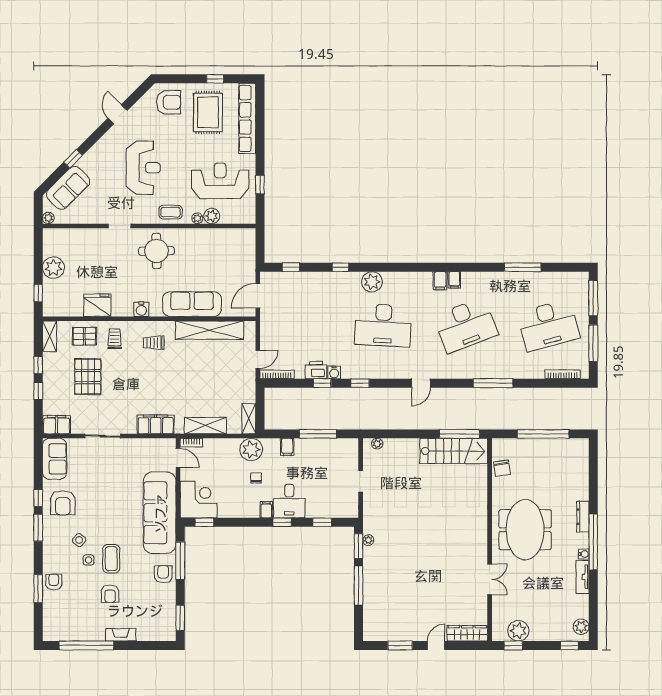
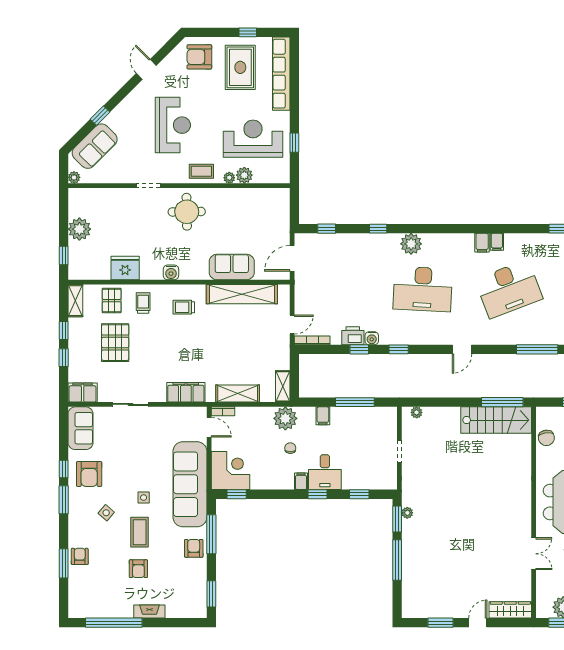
armchair: (169, 102) -> (199, 57), turned 180
sofa: (192, 304) -> (232, 267), width x0.73
pallet: (84, 336) -> (112, 301), turned 90
side table: (89, 560) -> (144, 498), moved

